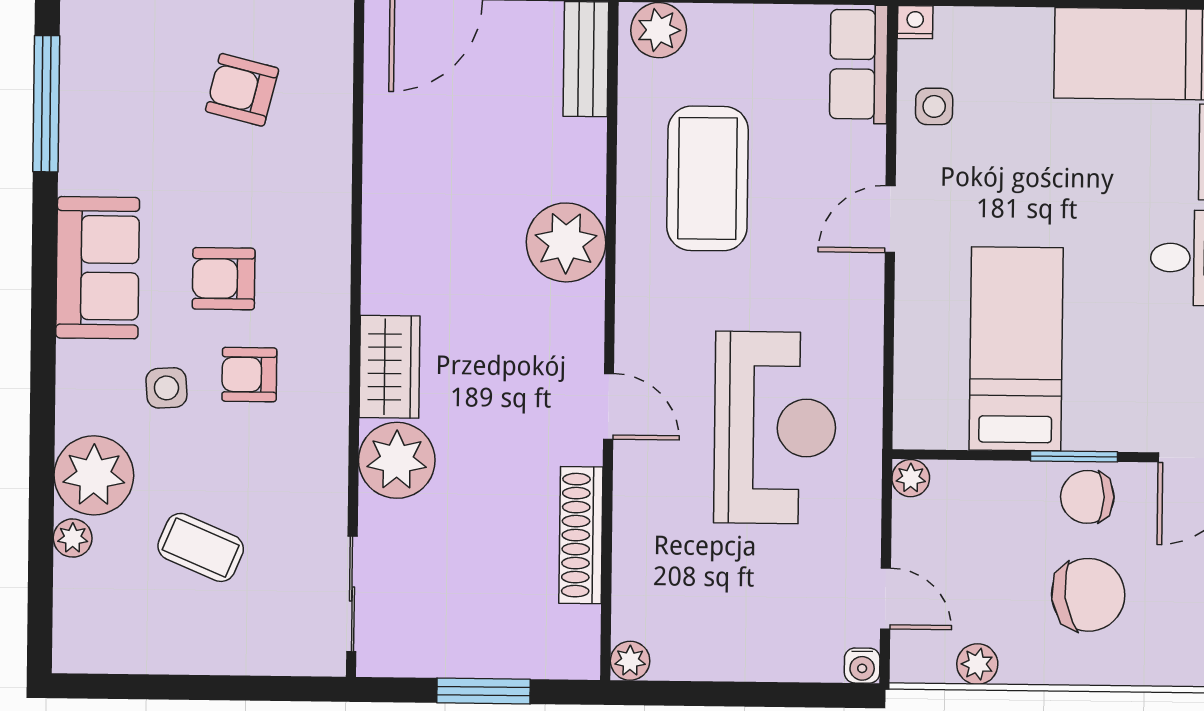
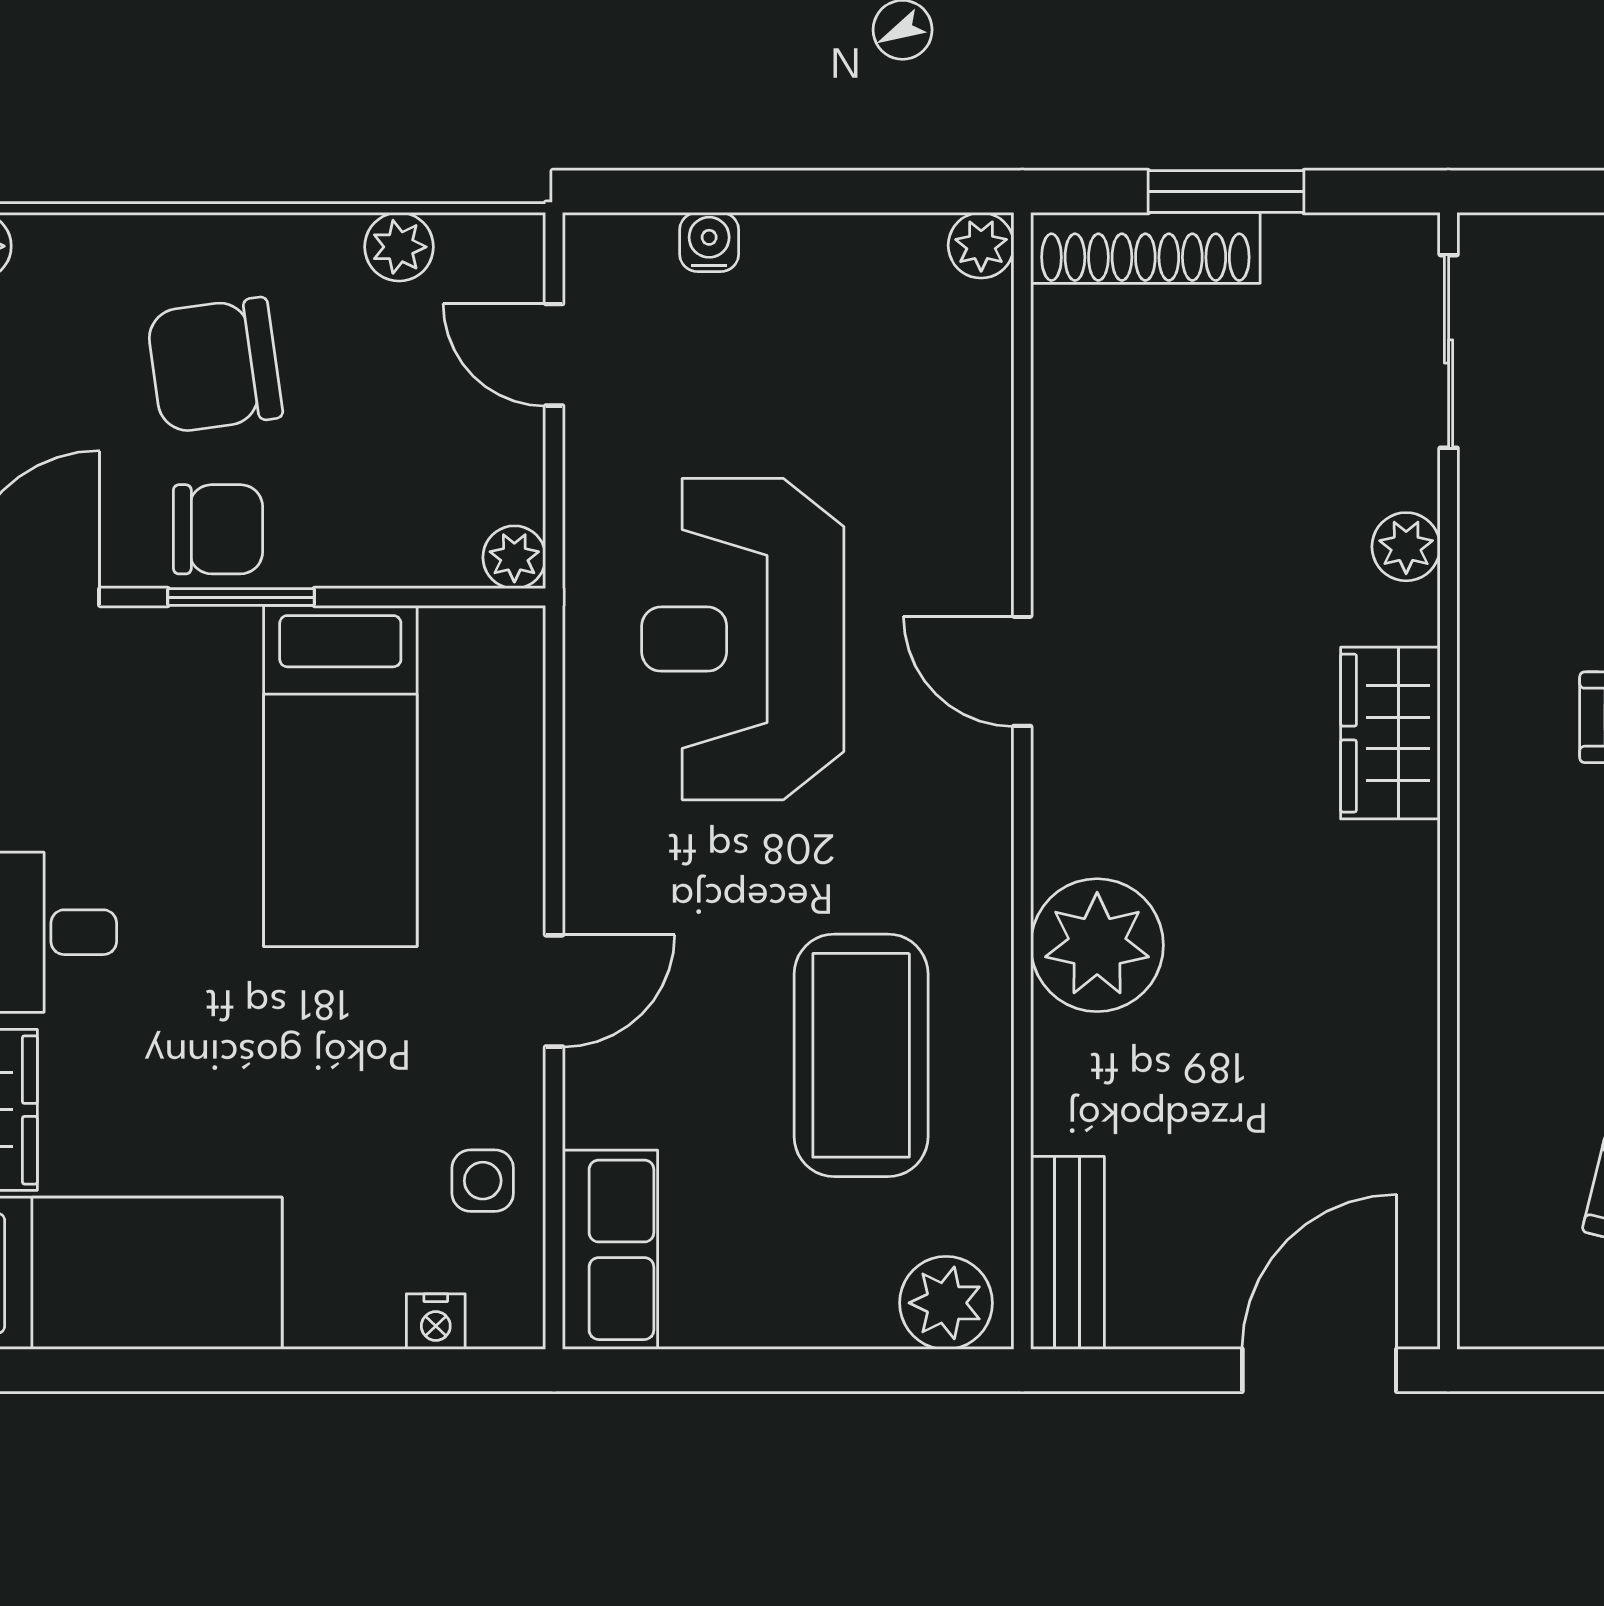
nightstand: (915, 22) -> (436, 1322), moved
plant: (397, 460) -> (1406, 547), width x0.53, depth x0.53
shoe rack: (581, 535) -> (1145, 248), moved, turned 90
water cooler: (862, 666) -> (709, 242), moved

